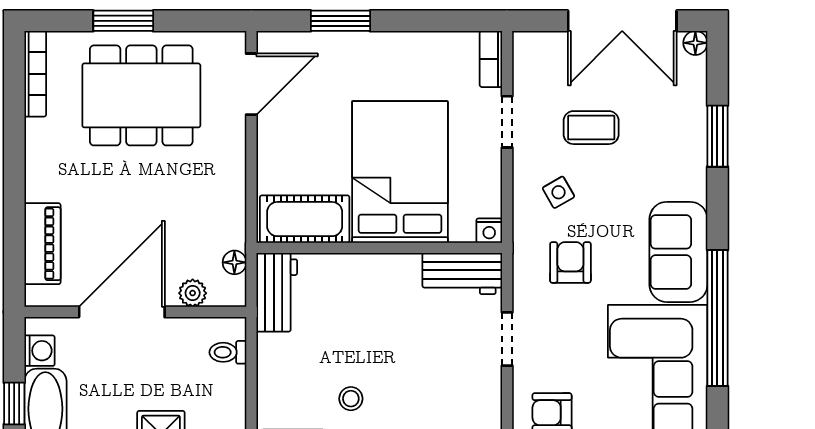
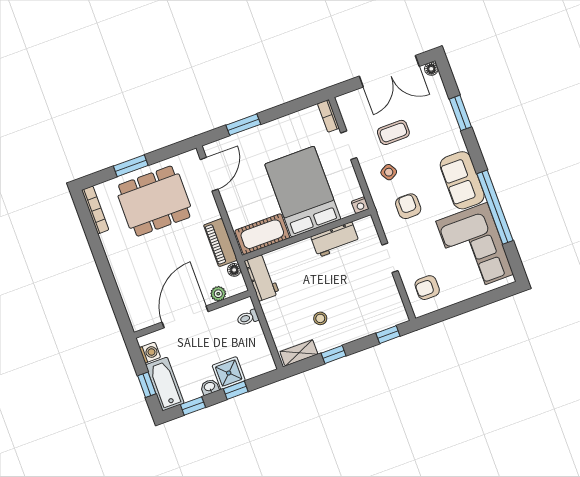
piano: (42, 244) -> (220, 243), moved, turned 180
workbench: (462, 274) -> (335, 240), moved

